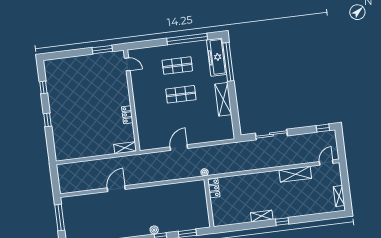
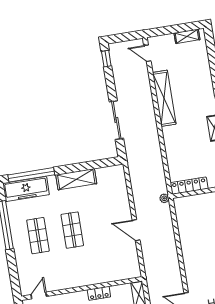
shelving: (295, 174) -> (164, 98), width x1.47
locker: (214, 188) -> (189, 186), width x1.53

